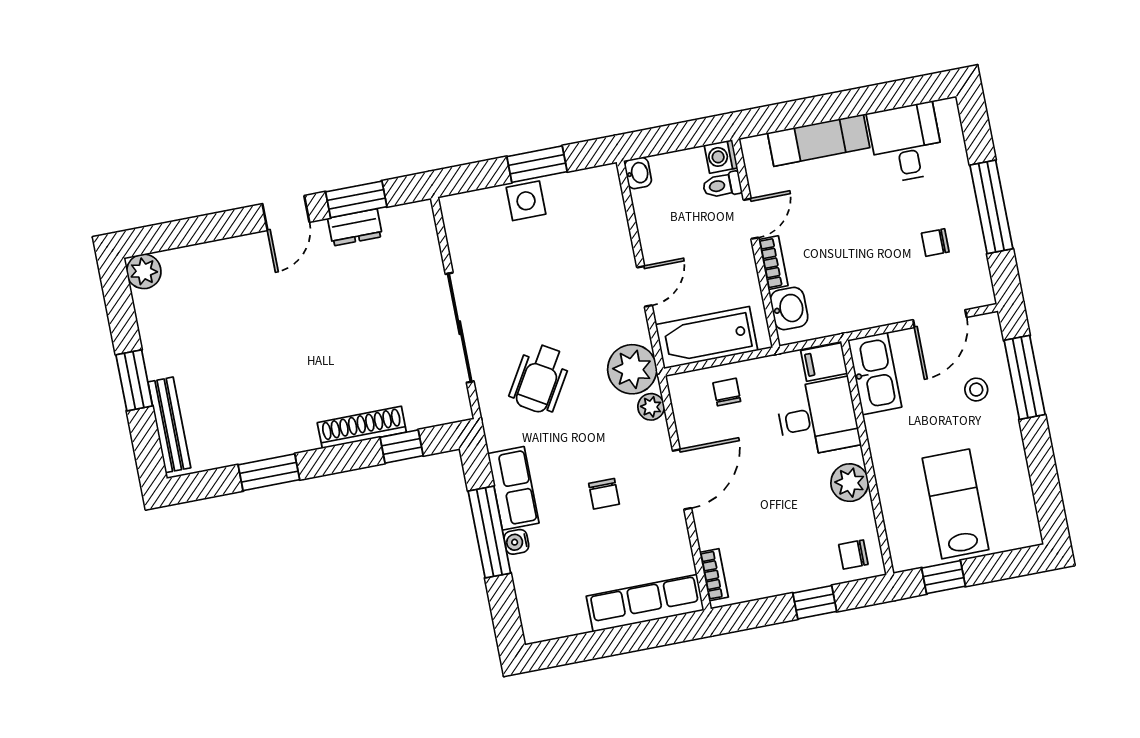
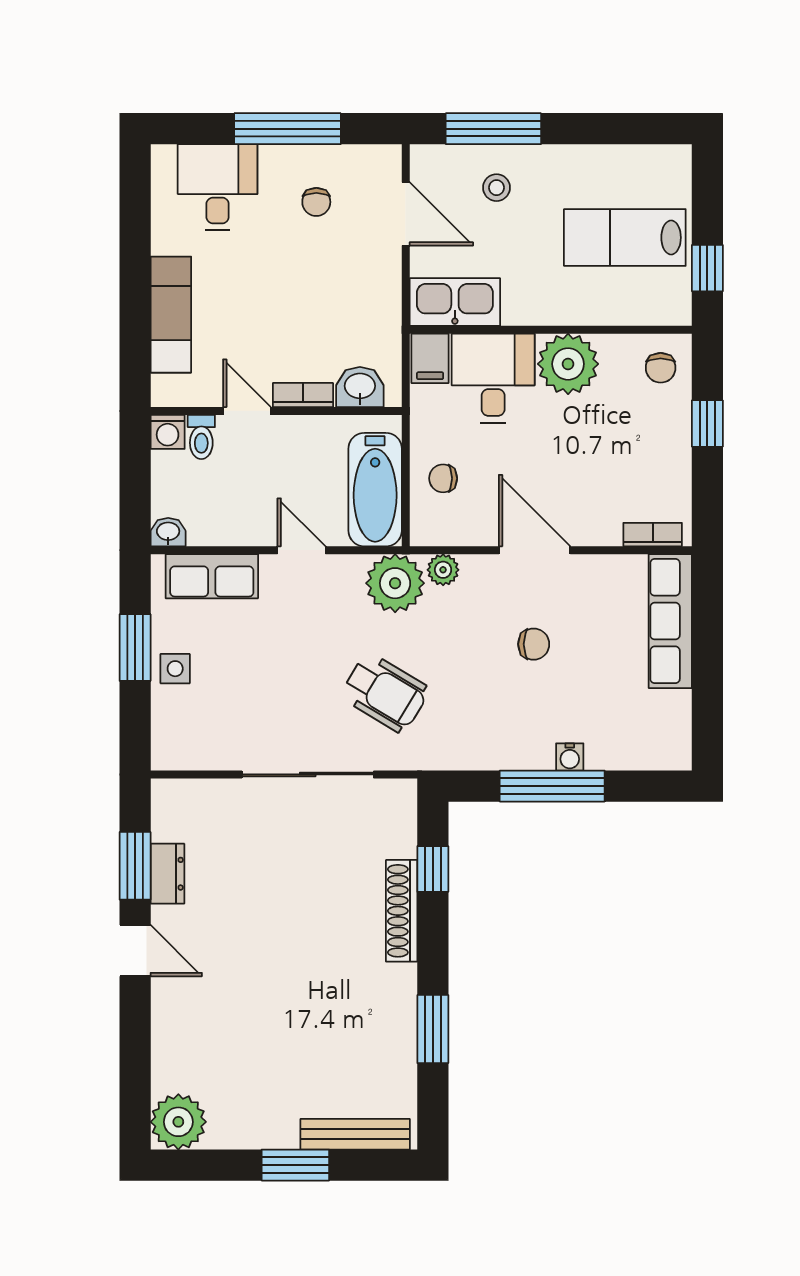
desk: (906, 143) -> (218, 187), moved, turned 90
side table: (526, 201) -> (175, 669), width x0.73, depth x0.73
plant: (144, 271) -> (178, 1122), width x1.36, depth x1.36
plant: (850, 483) -> (568, 364), width x1.36, depth x1.36
row of seats: (513, 488) -> (212, 576), moved, turned 180

